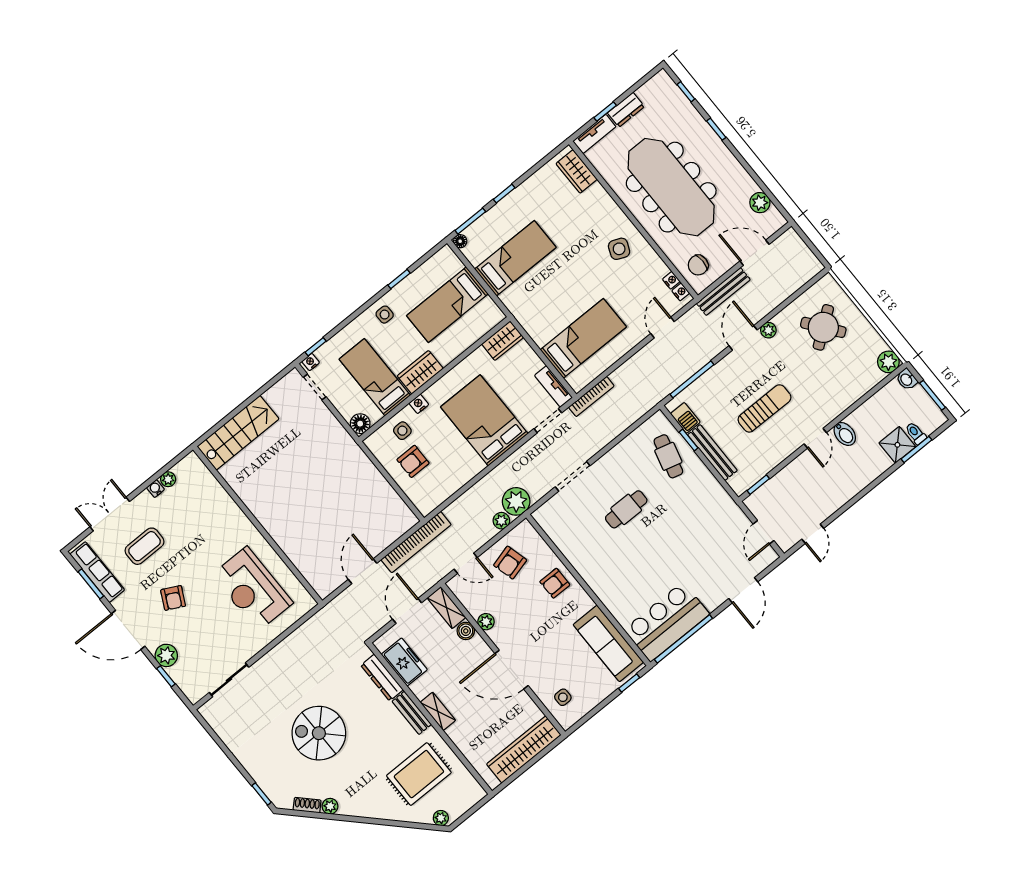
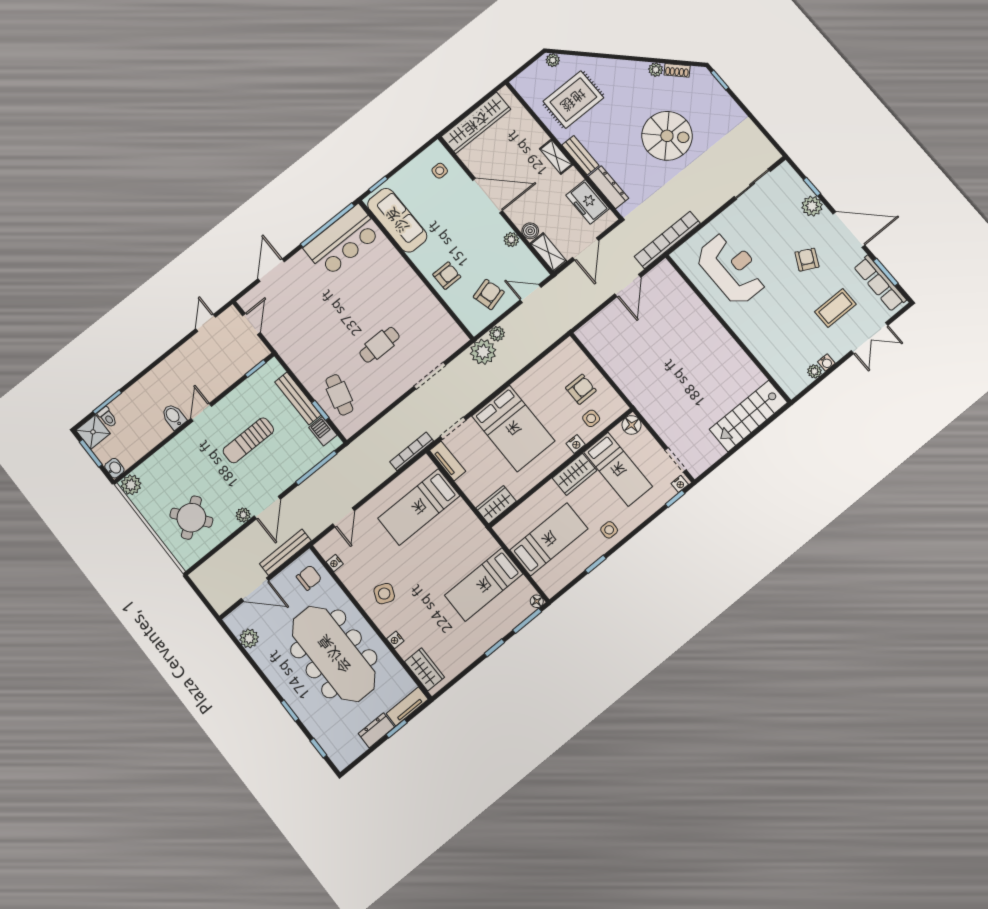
nightstand: (681, 292) -> (395, 640), moved
shower: (897, 445) -> (93, 432), moved
bookcase: (416, 542) -> (667, 240), moved

